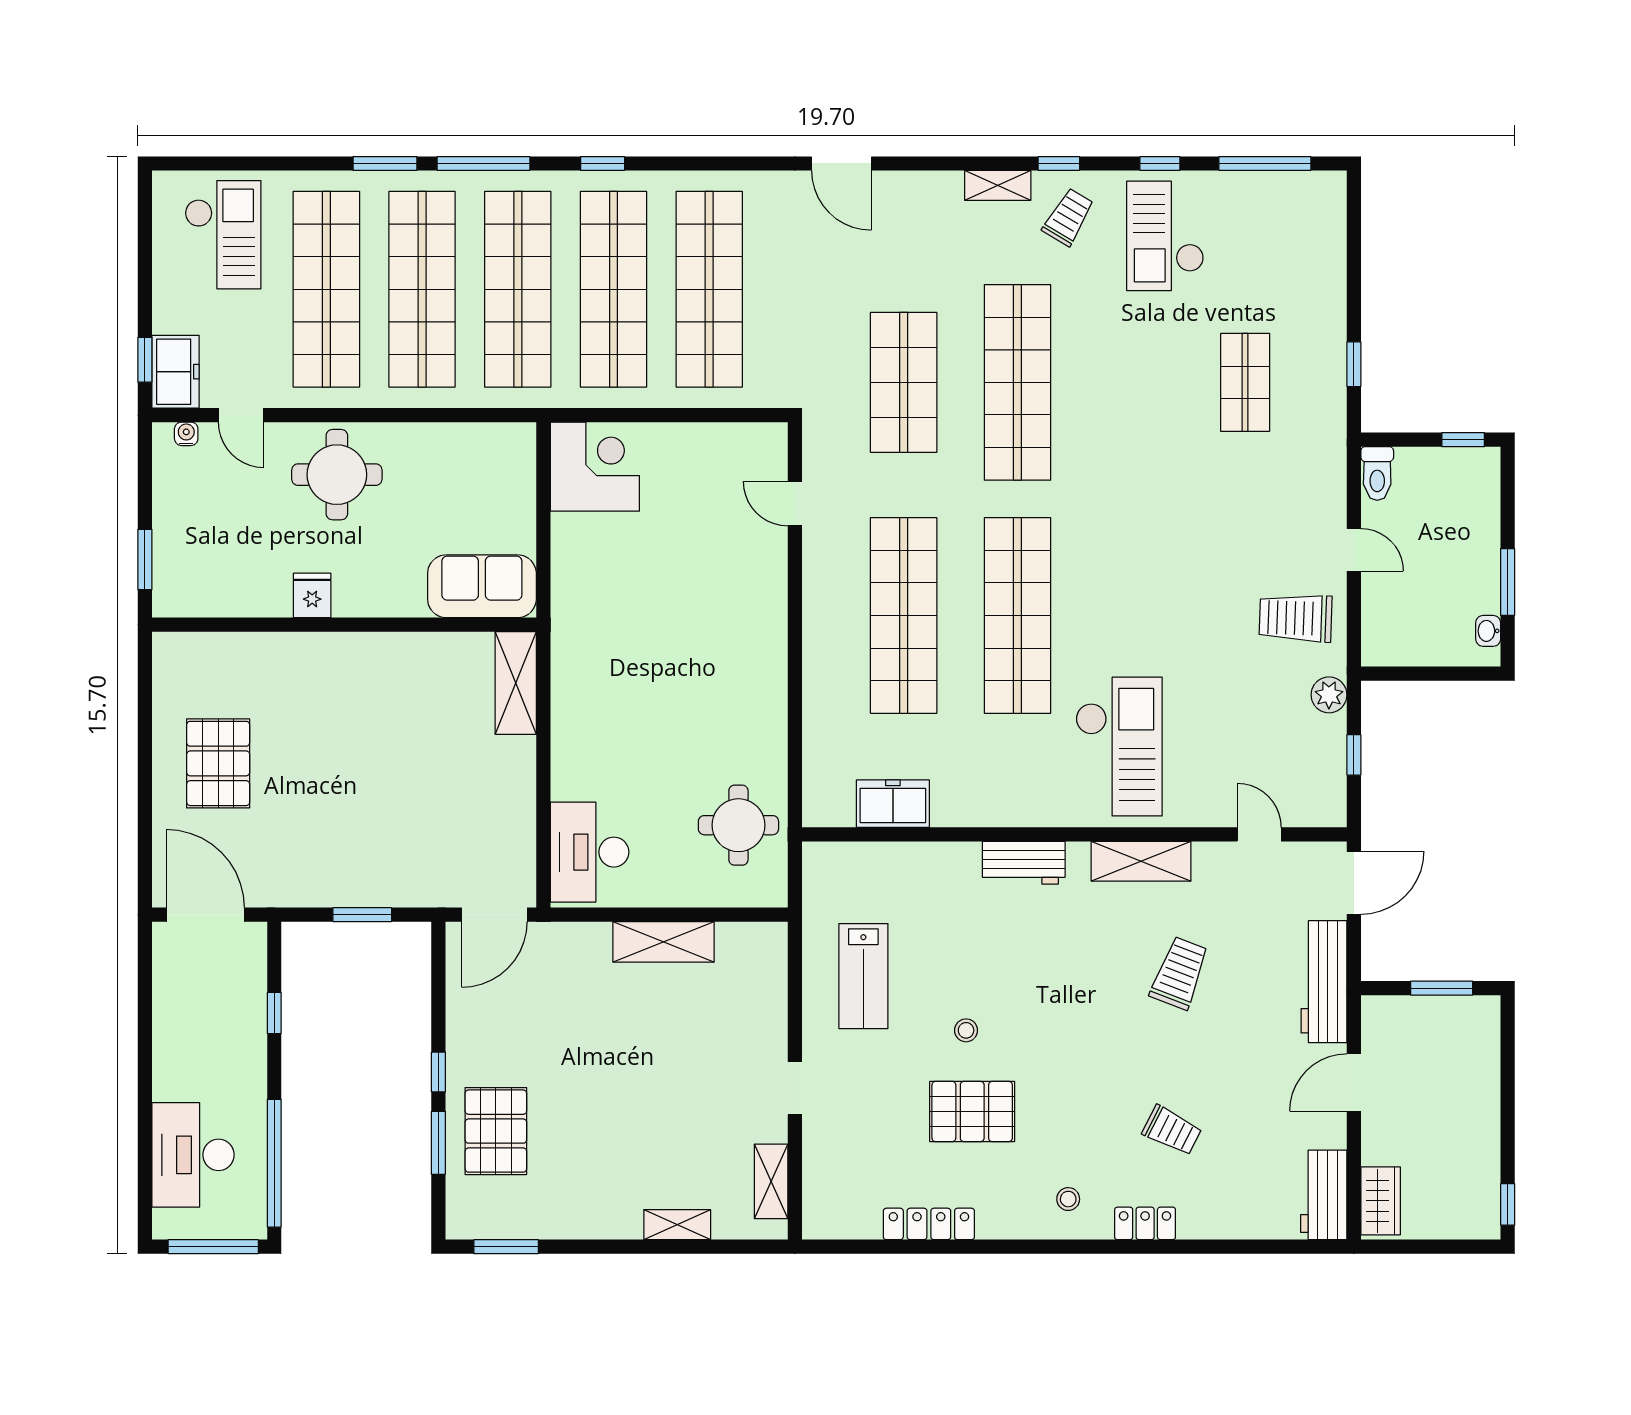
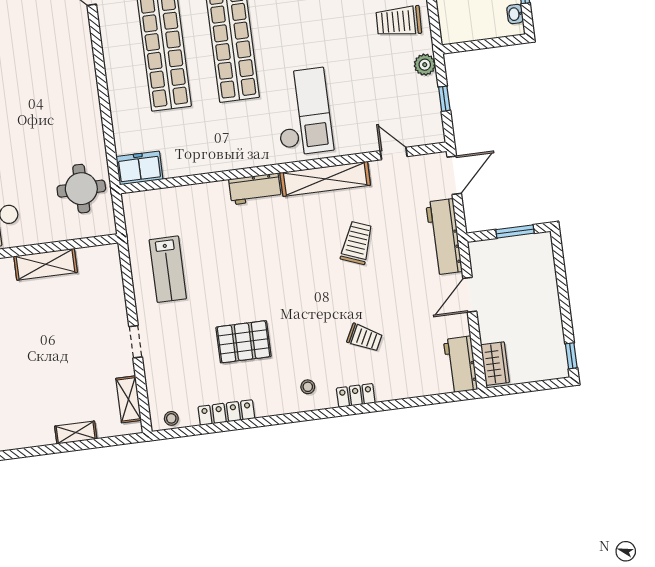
freezer: (893, 804) -> (139, 168), moved
shelving: (1141, 861) -> (325, 179), width x1.47
stool: (966, 1030) -> (171, 418), moved

